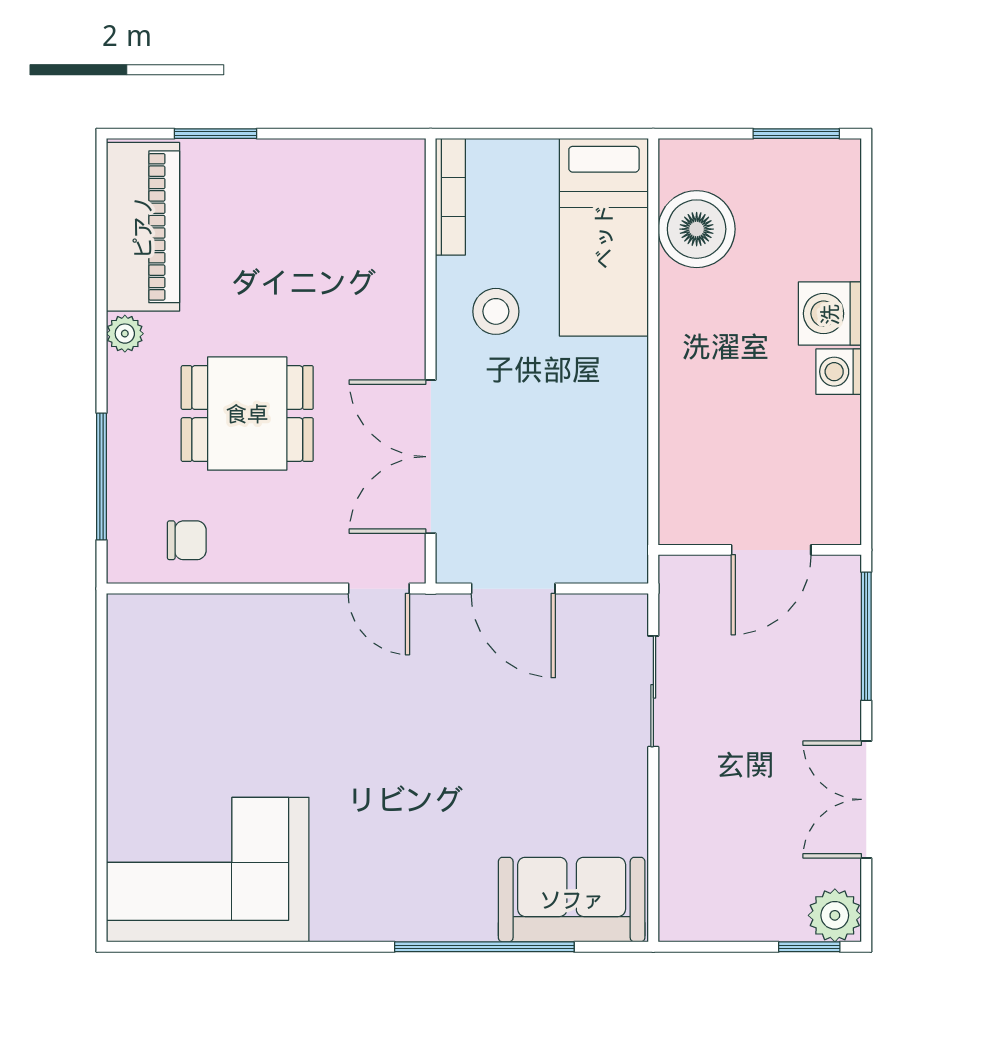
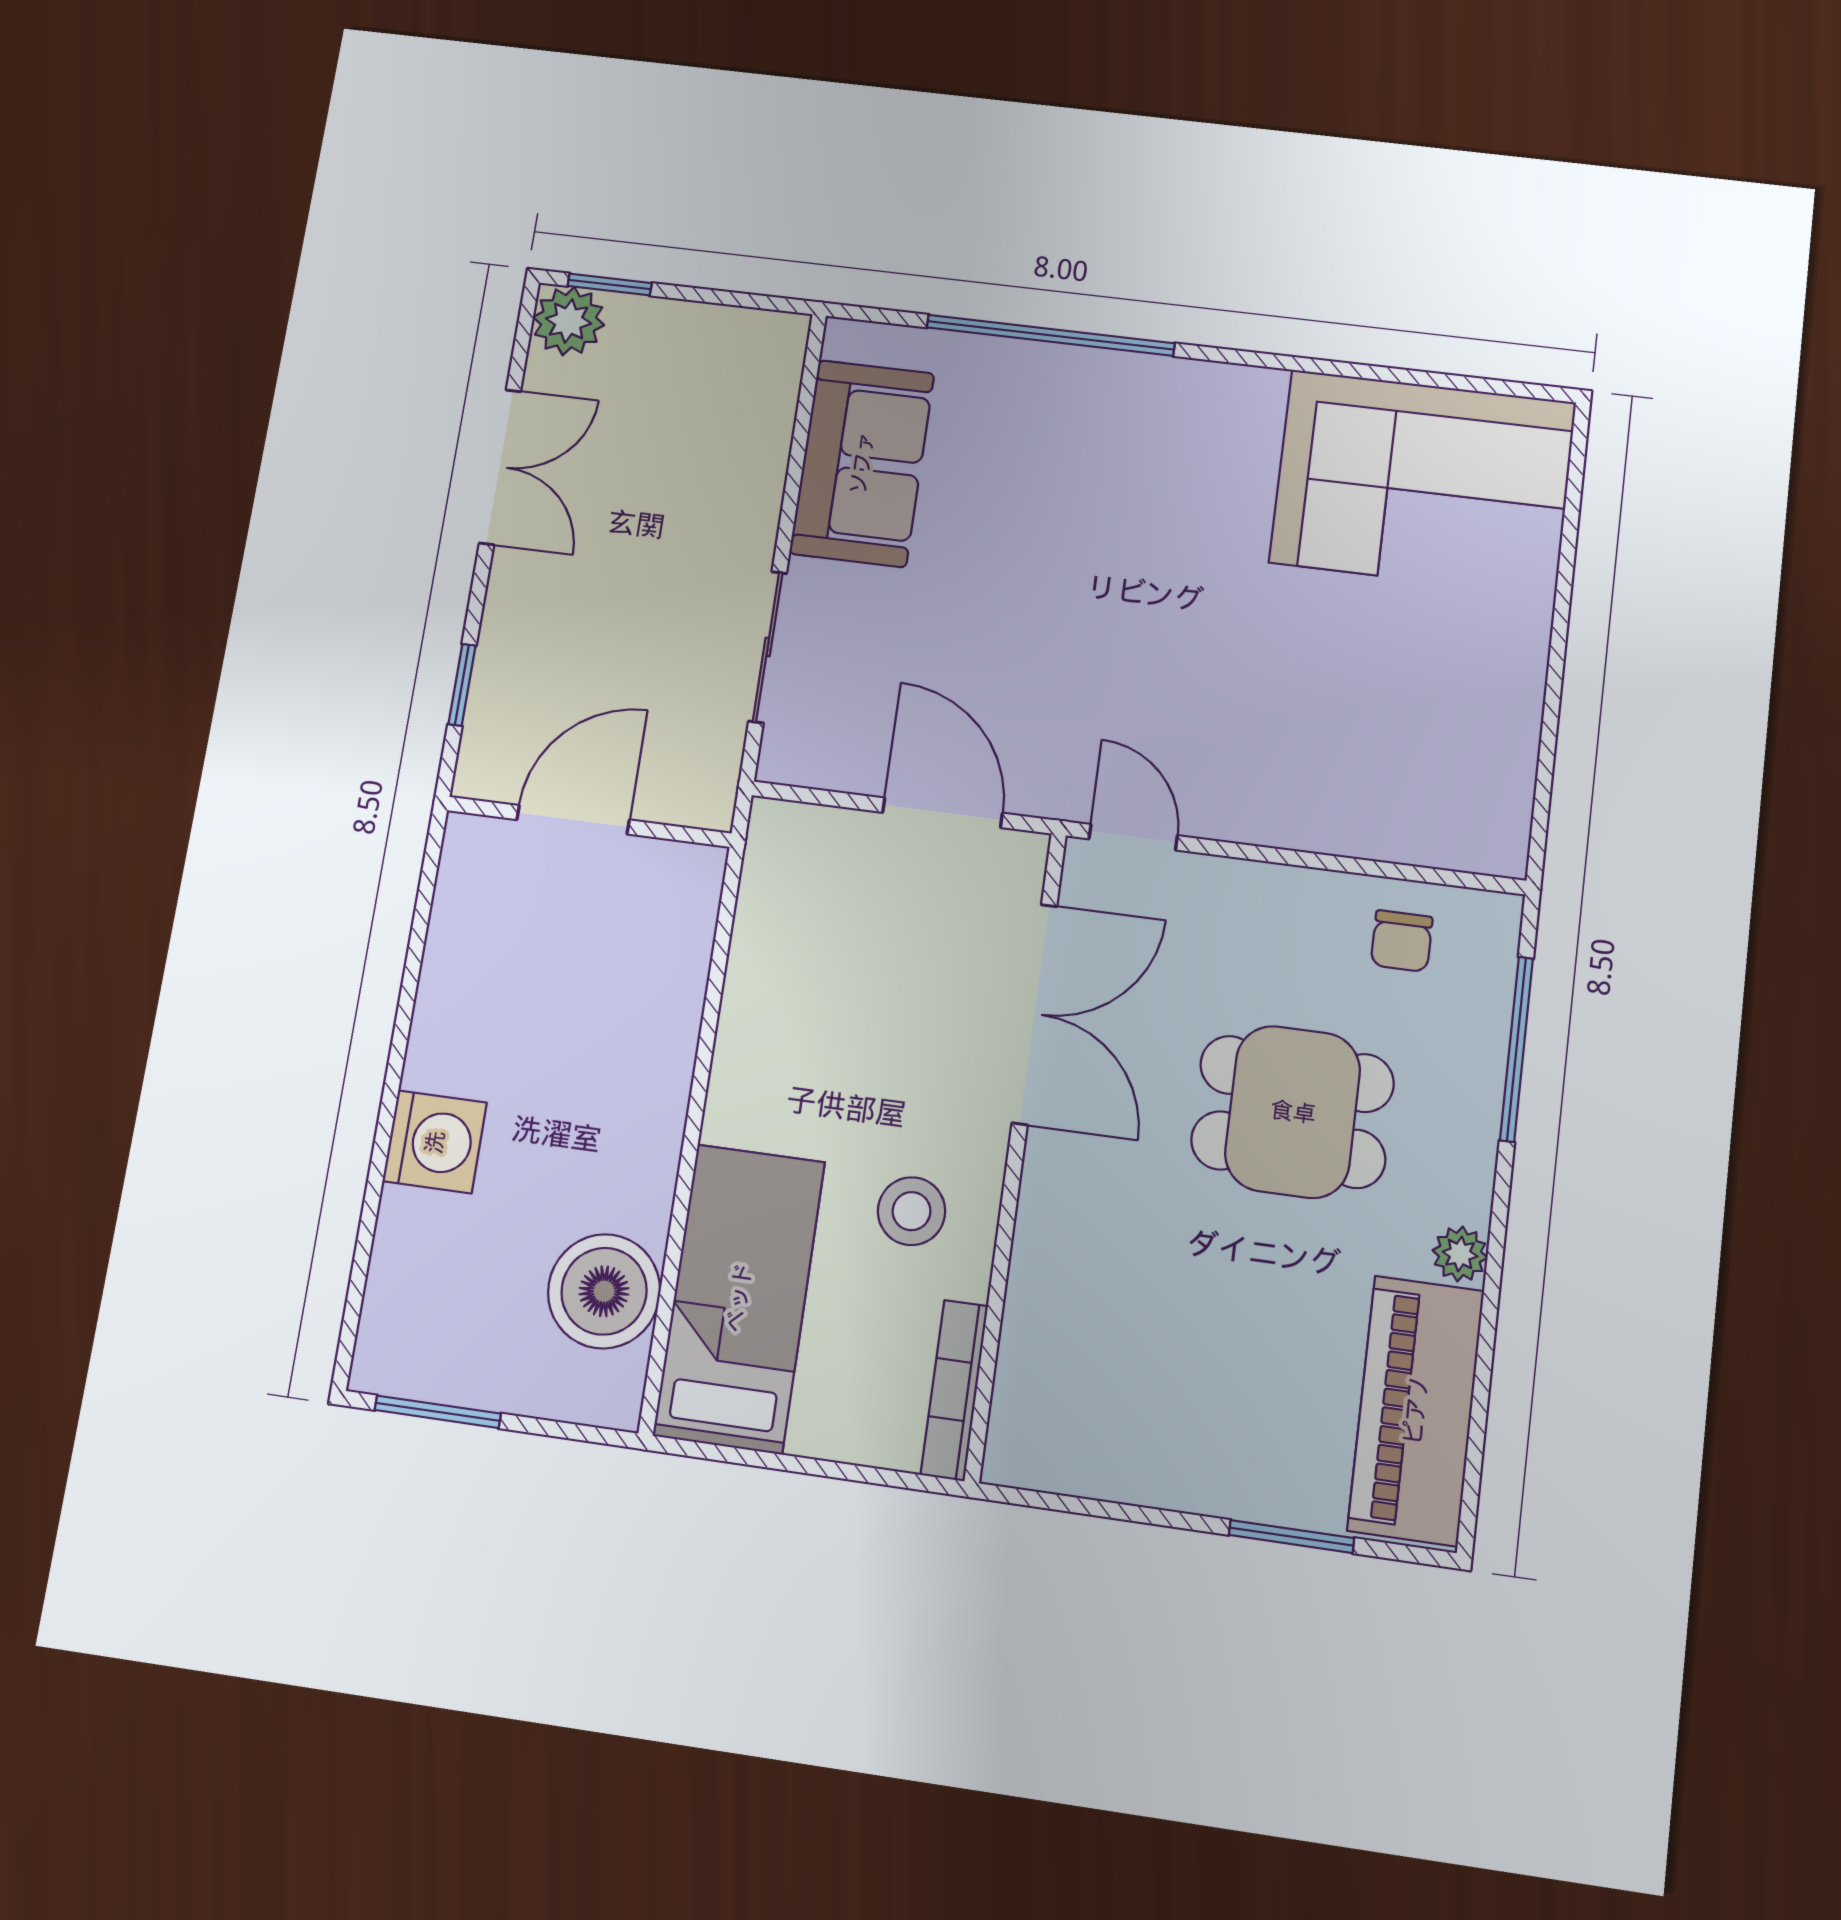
washing machine: (839, 372) -> (436, 1057), removed
chair: (187, 540) -> (1402, 941), turned -90
window: (866, 636) -> (462, 685), width x0.46
sofa: (572, 900) -> (862, 463), moved, turned -90

